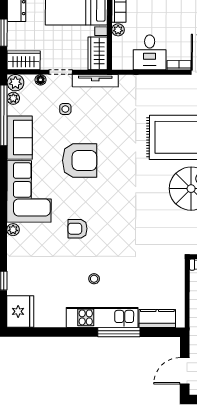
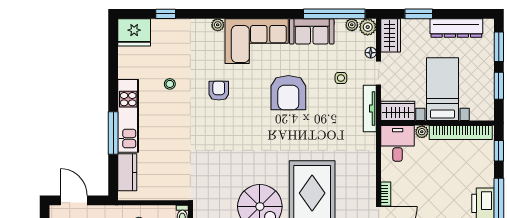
desk: (150, 52) -> (398, 143), moved, turned 90
stool: (94, 279) -> (170, 84), moved

